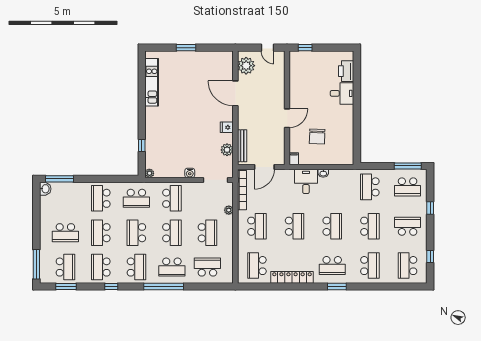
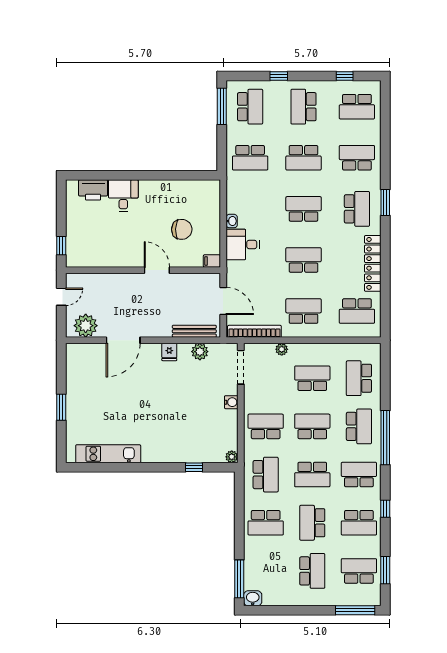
school desk: (370, 226) -> (304, 158), turned 180
school desk: (101, 233) -> (312, 523), turned 90

